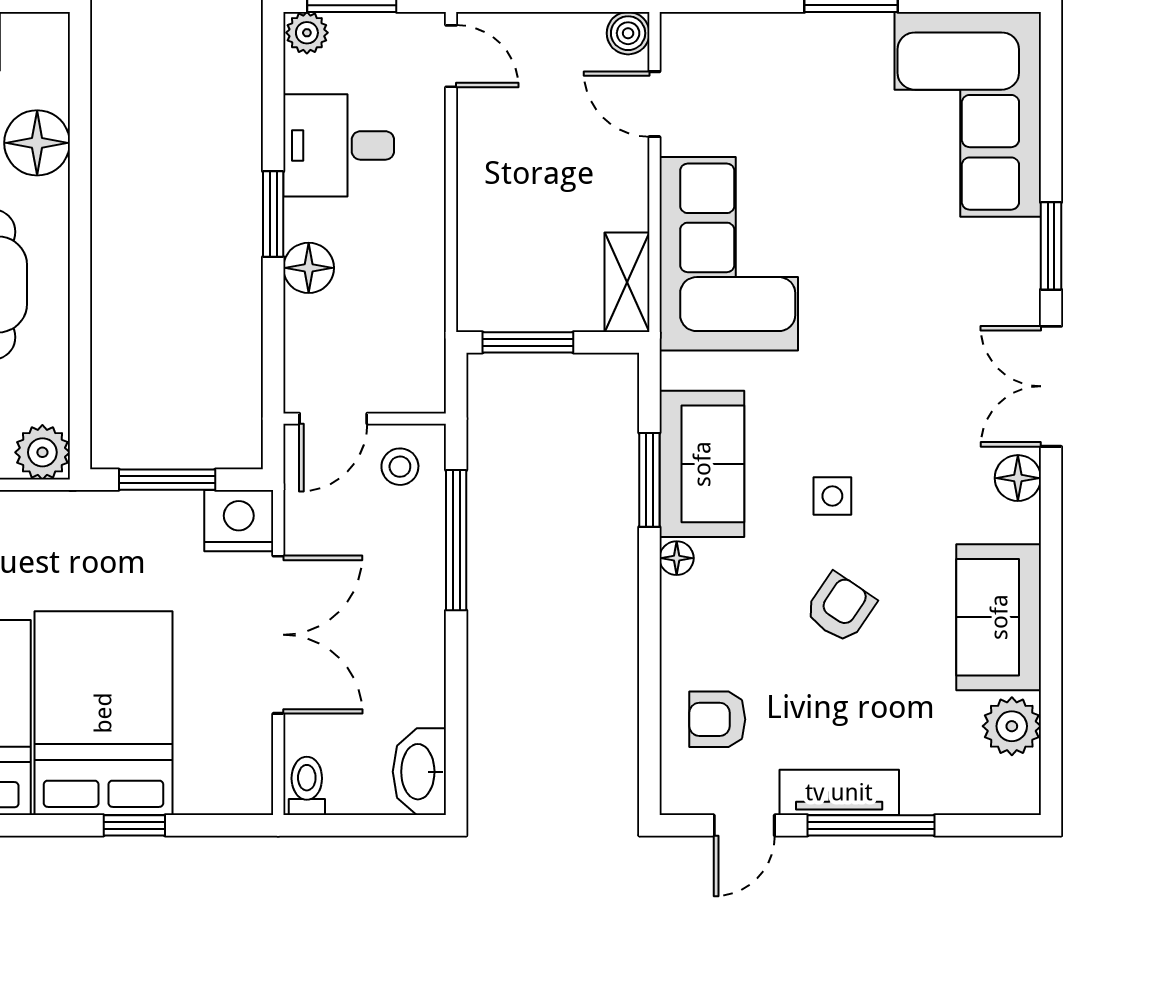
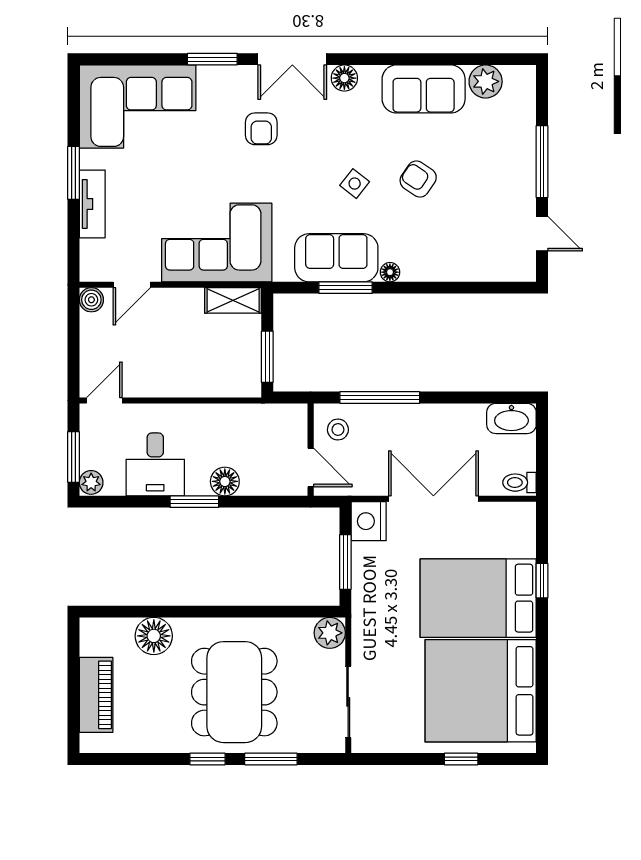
side table: (832, 496) -> (355, 184), turned 38
armchair: (717, 719) -> (261, 129), moved
tv unit: (839, 792) -> (92, 204), moved, turned 180

